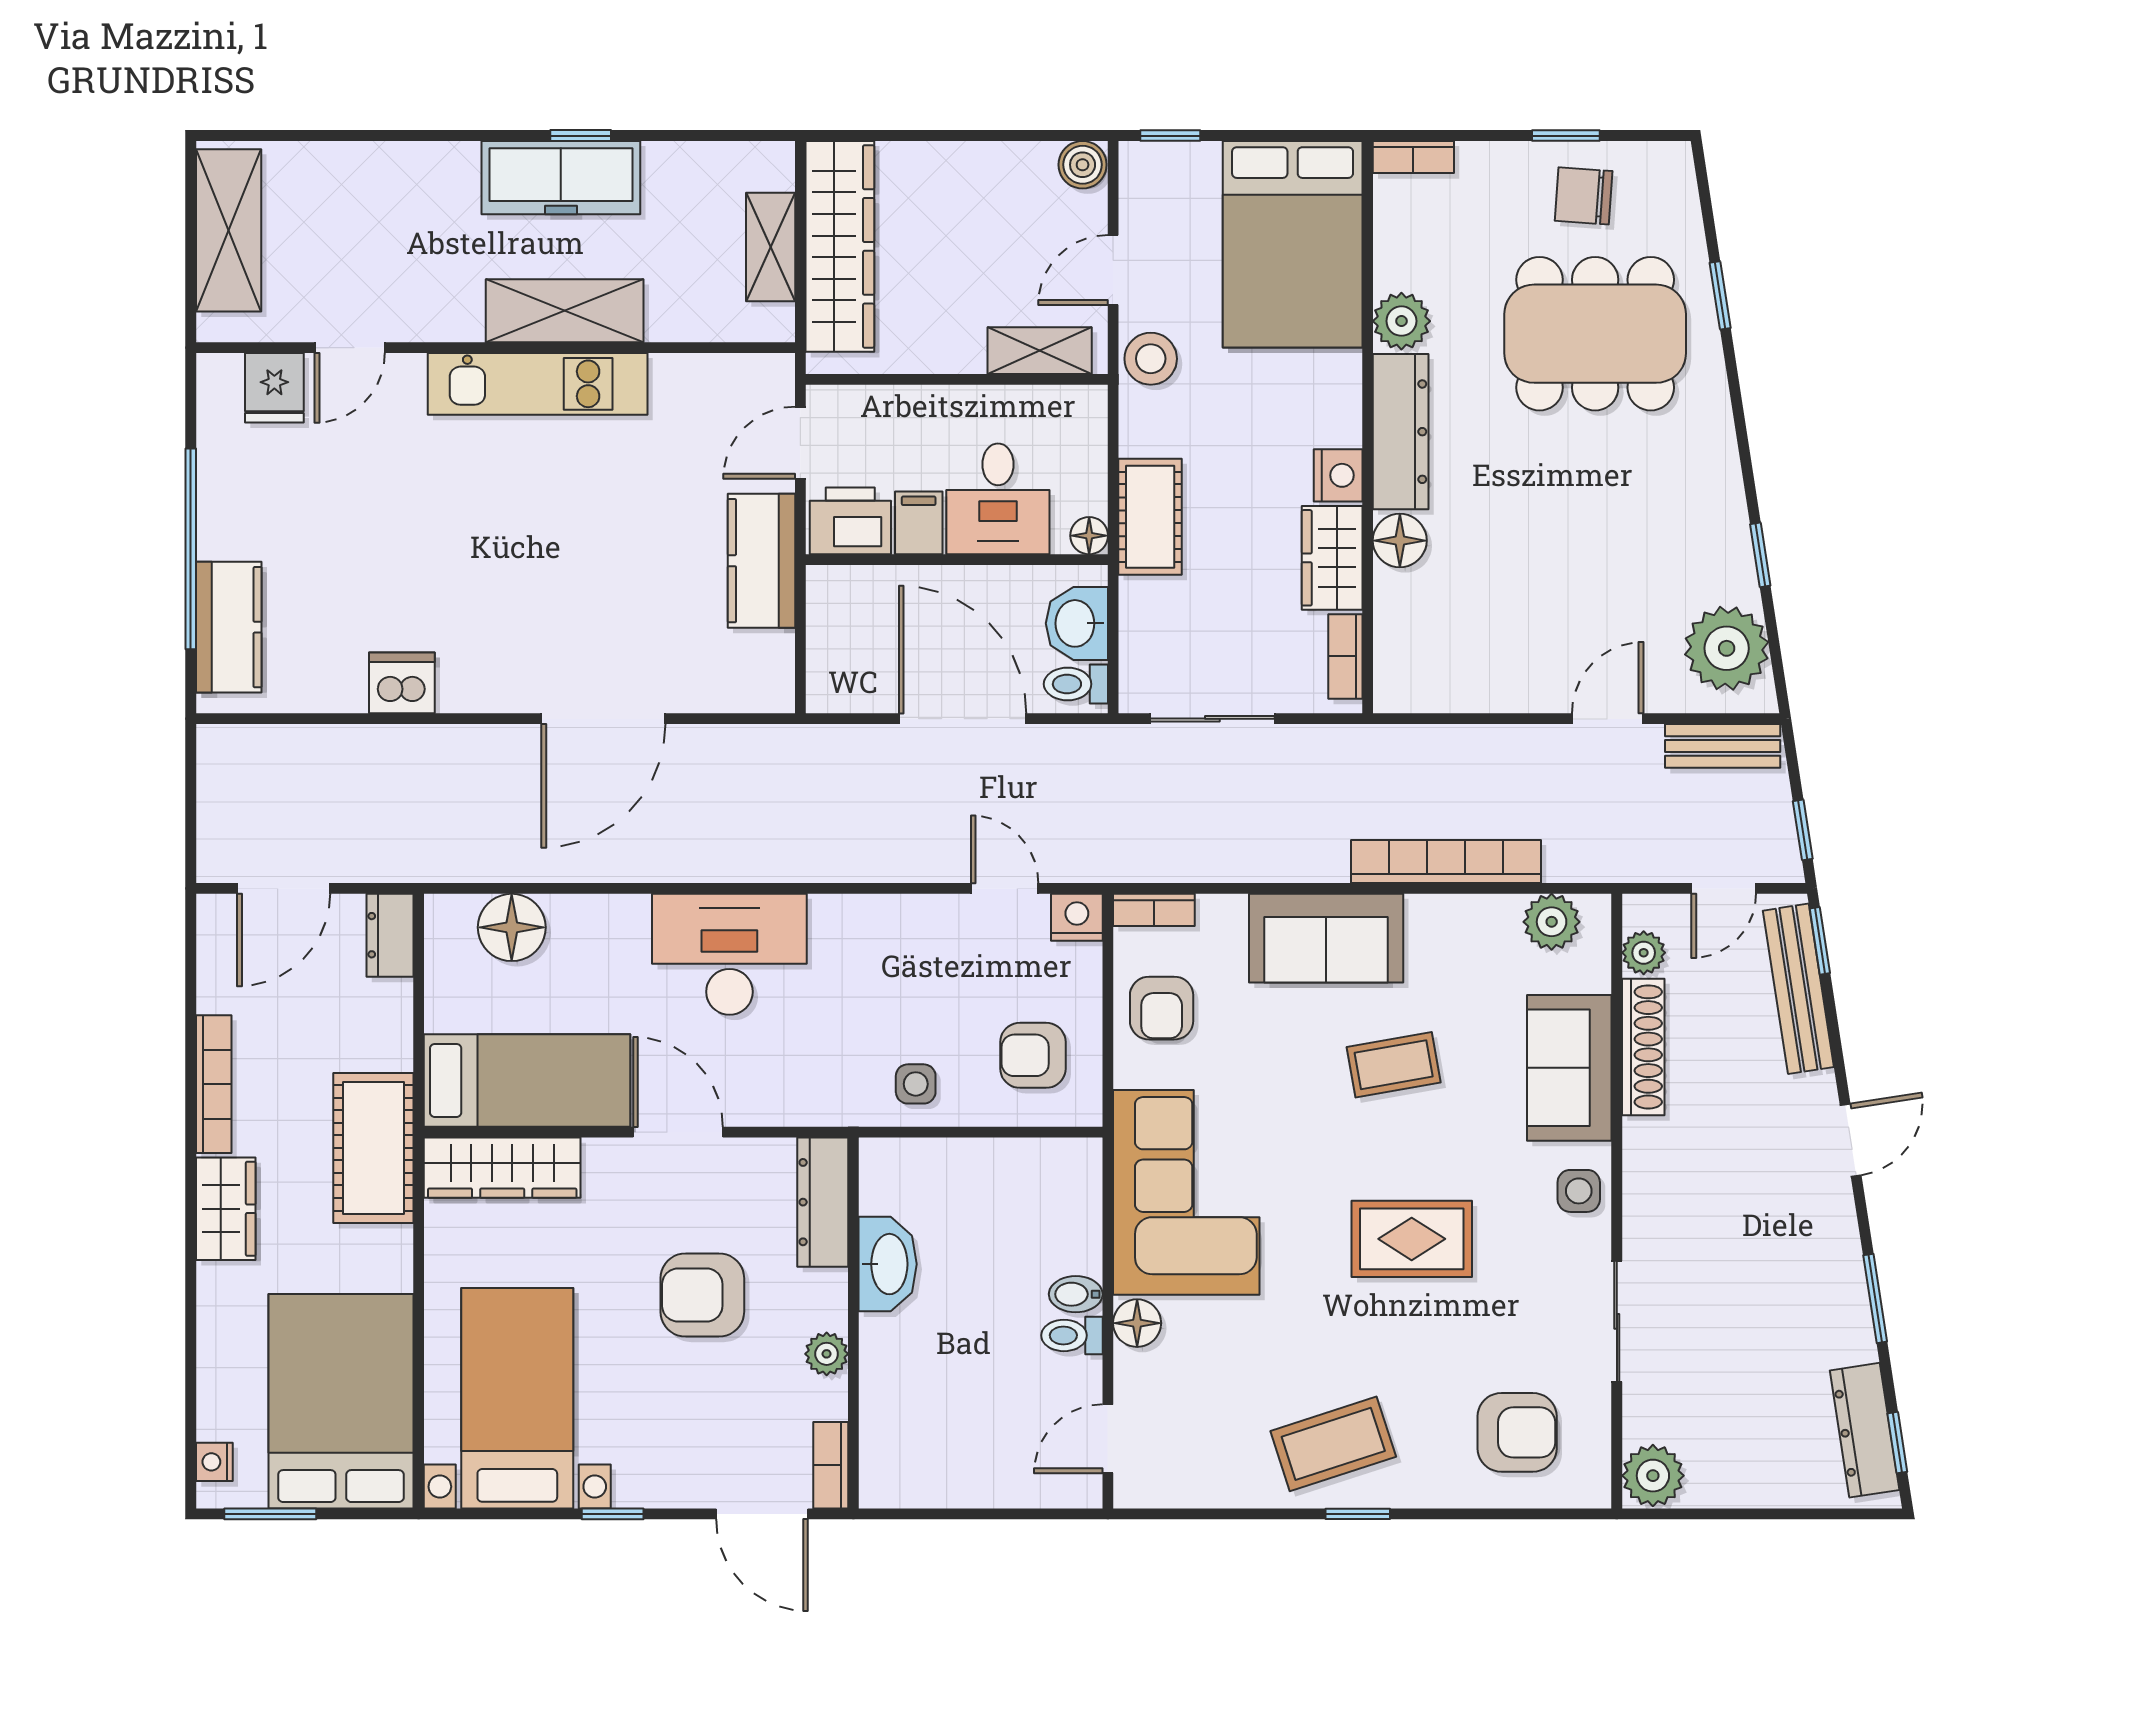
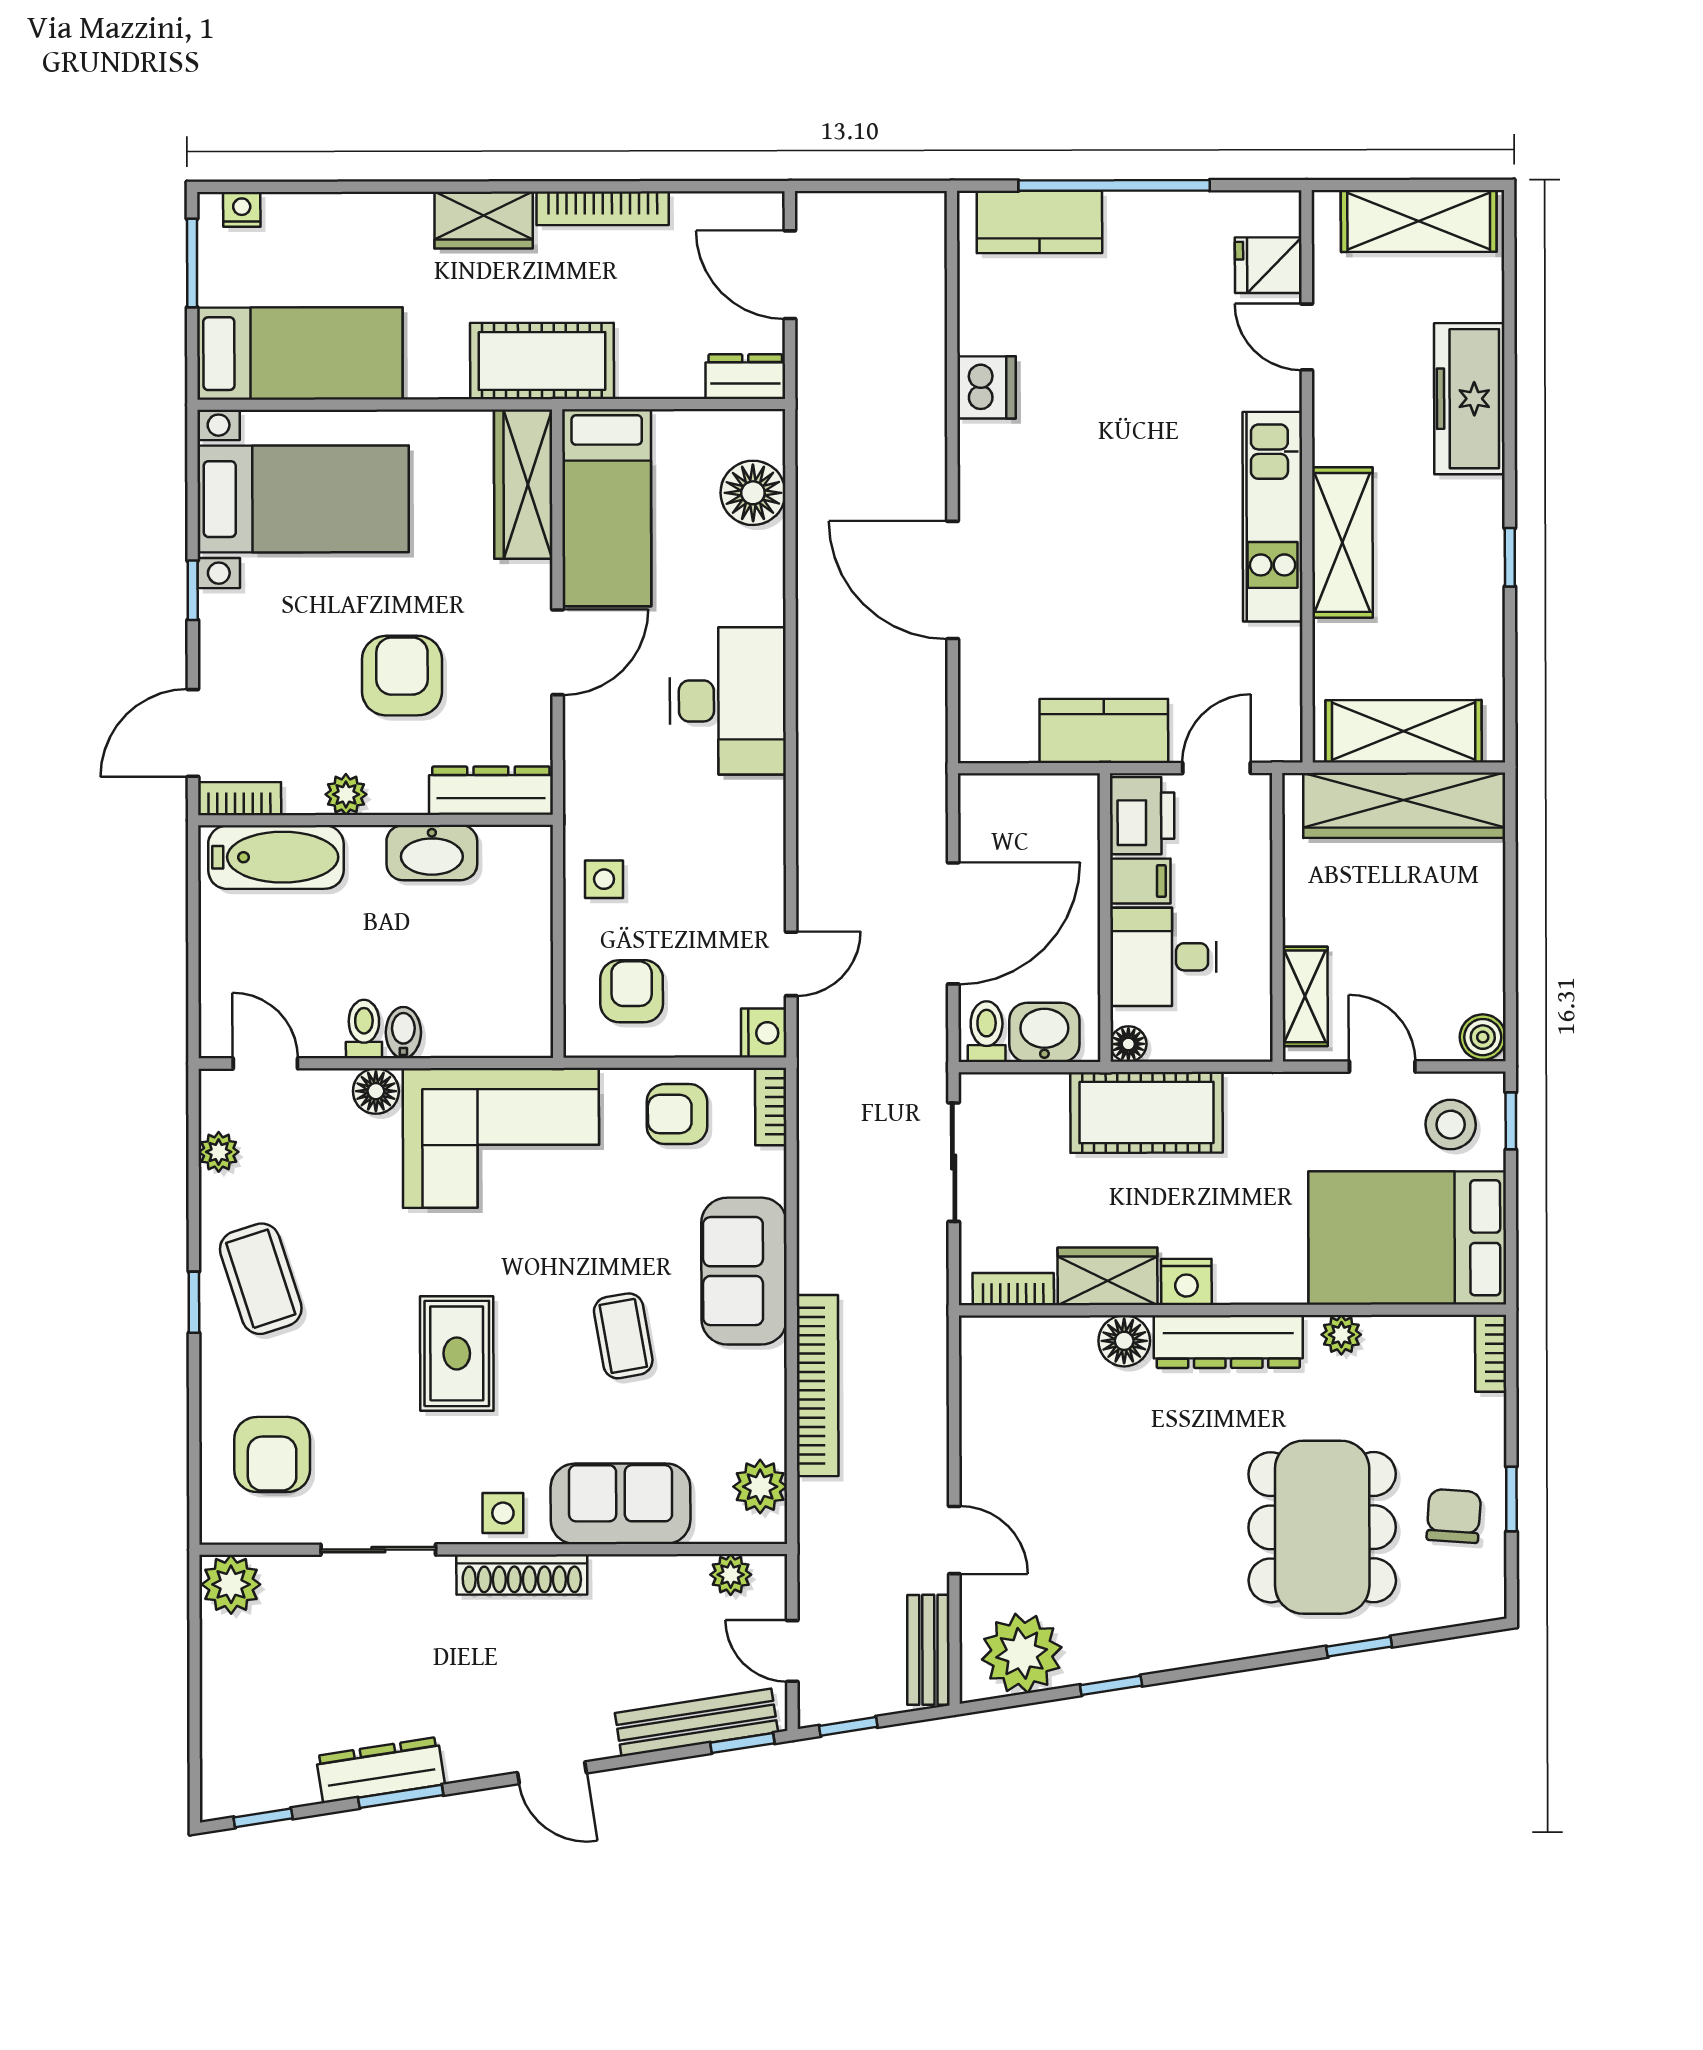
freezer: (561, 178) -> (1469, 399), moved
shelving: (771, 247) -> (1404, 731), width x1.50, depth x1.33
plant: (1401, 321) -> (1341, 1335), width x0.73, depth x0.73
stool: (1151, 359) -> (1451, 1125), moved
door: (800, 443) -> (1217, 768), hinge flipped
cot: (1150, 517) -> (1147, 1112), width x1.37, depth x1.34
shoe rack: (1643, 1047) -> (522, 1575), moved
bed: (341, 1401) -> (300, 353), width x0.67
bathtub: (892, 1427) -> (276, 857), added
dresser: (1865, 1430) -> (380, 1770), moved
plant: (1200, 1488) -> (219, 1152), added

